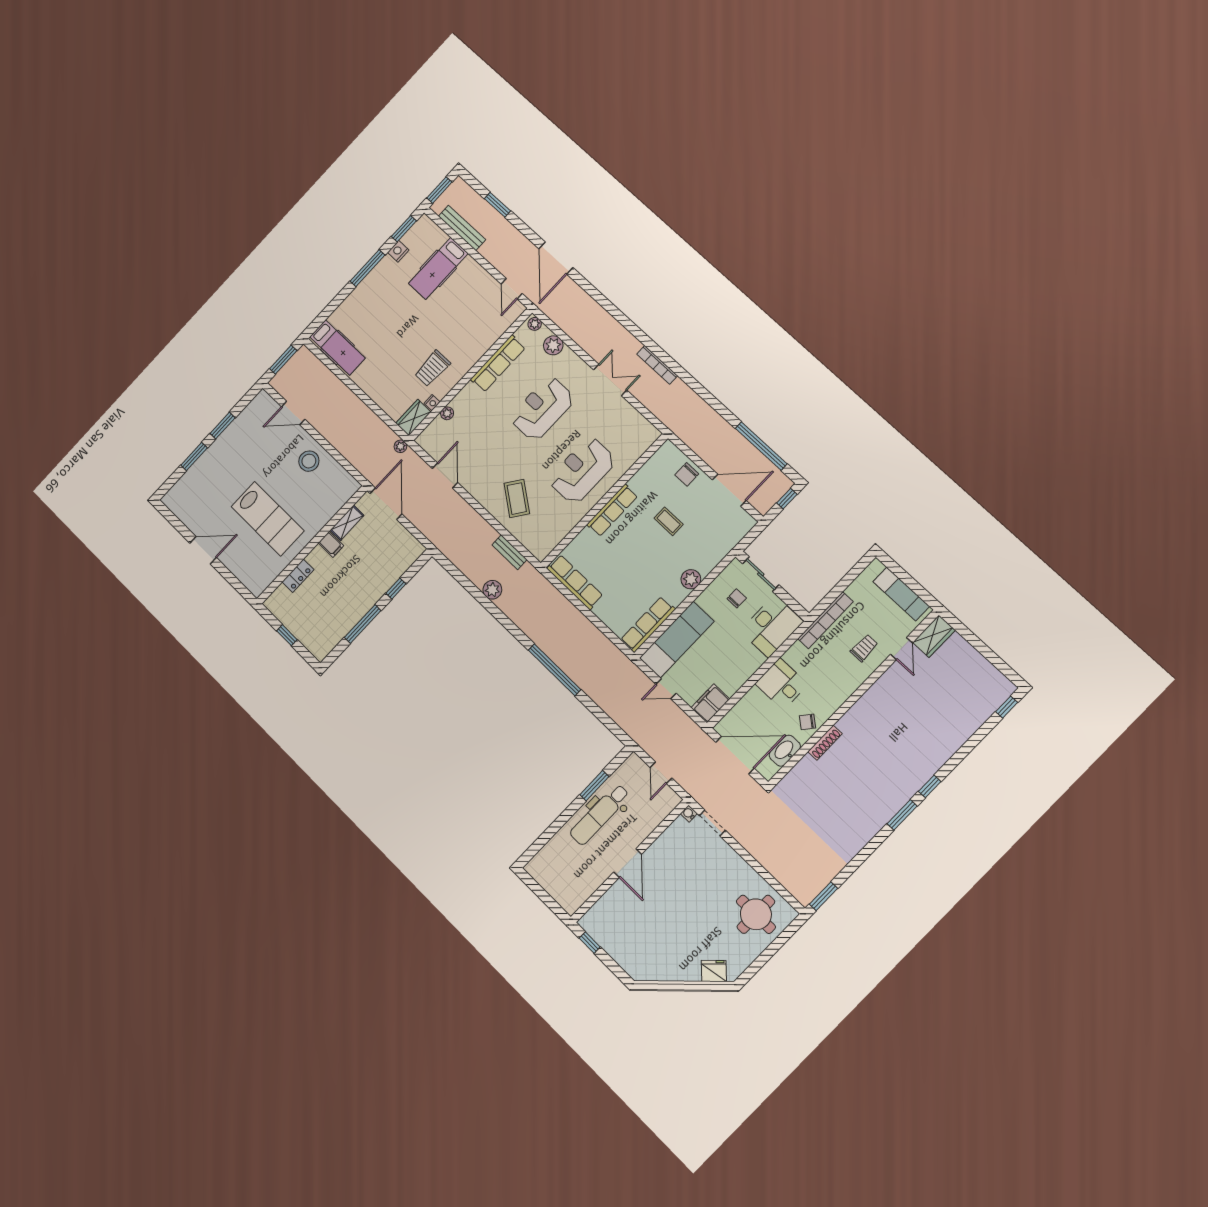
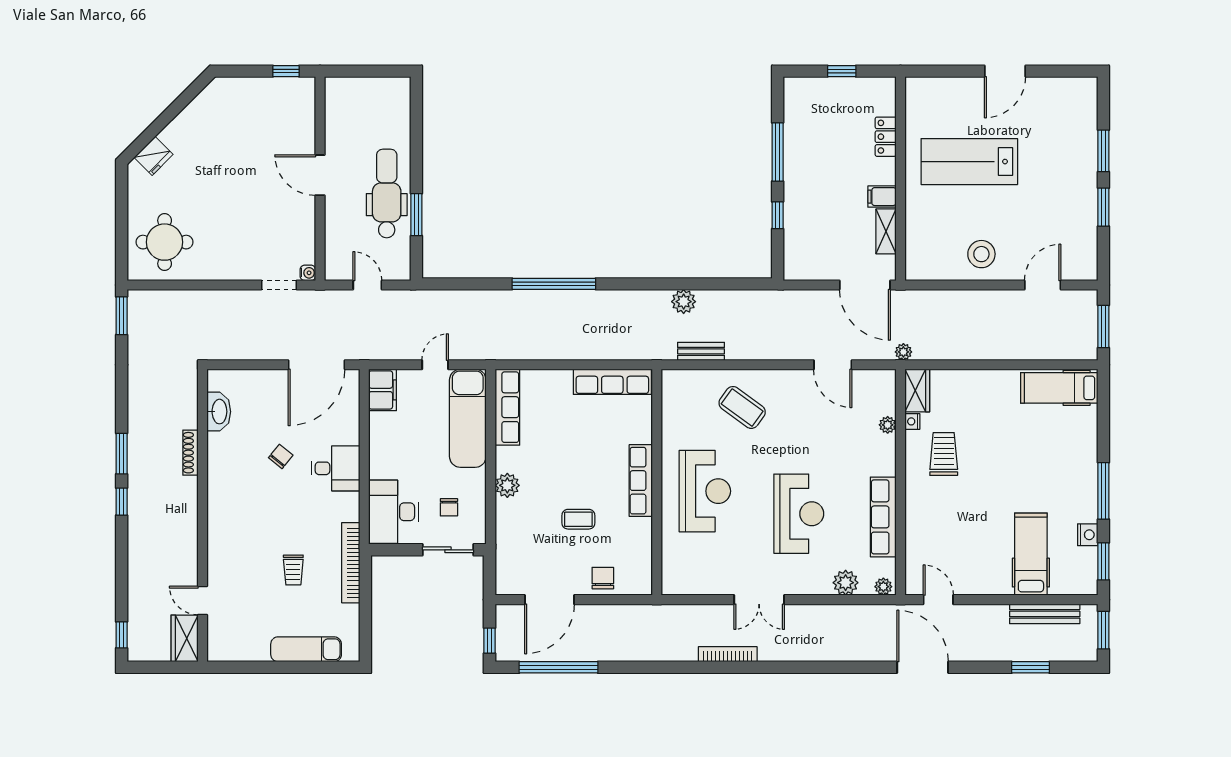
wardrobe: (934, 636) -> (185, 638), moved
door: (901, 649) -> (203, 601), moved
wall: (853, 699) -> (203, 515), moved
shoe rack: (825, 743) -> (190, 453), moved
washbasin: (785, 751) -> (219, 412), moved

